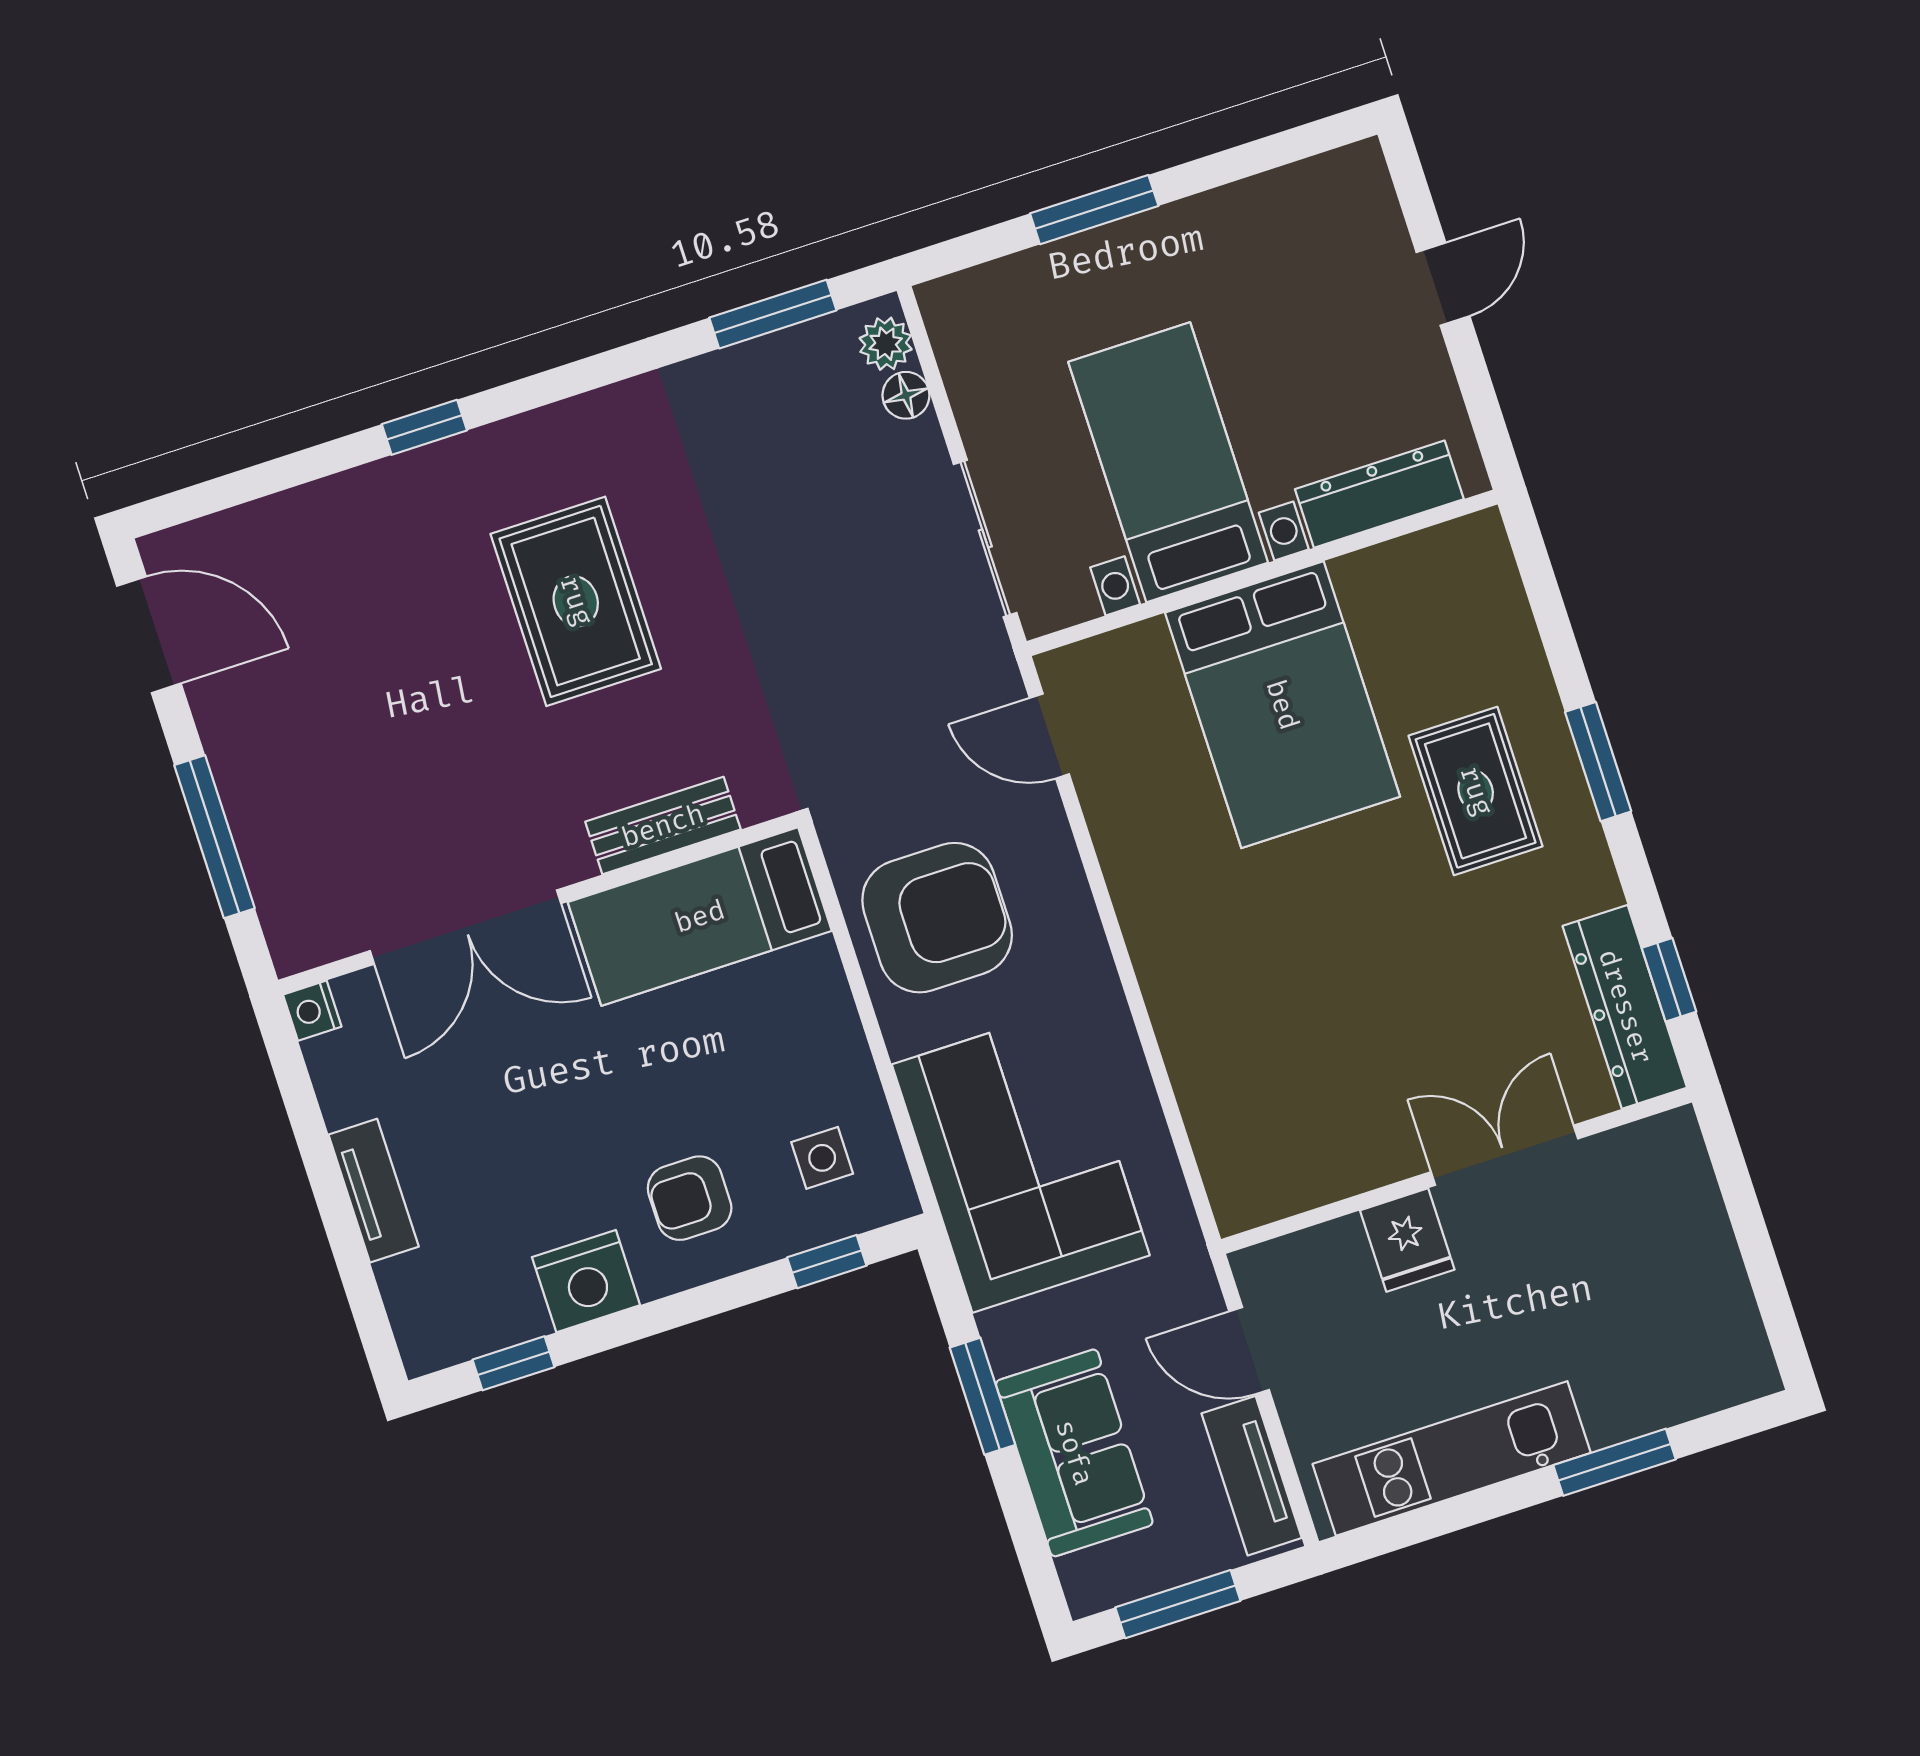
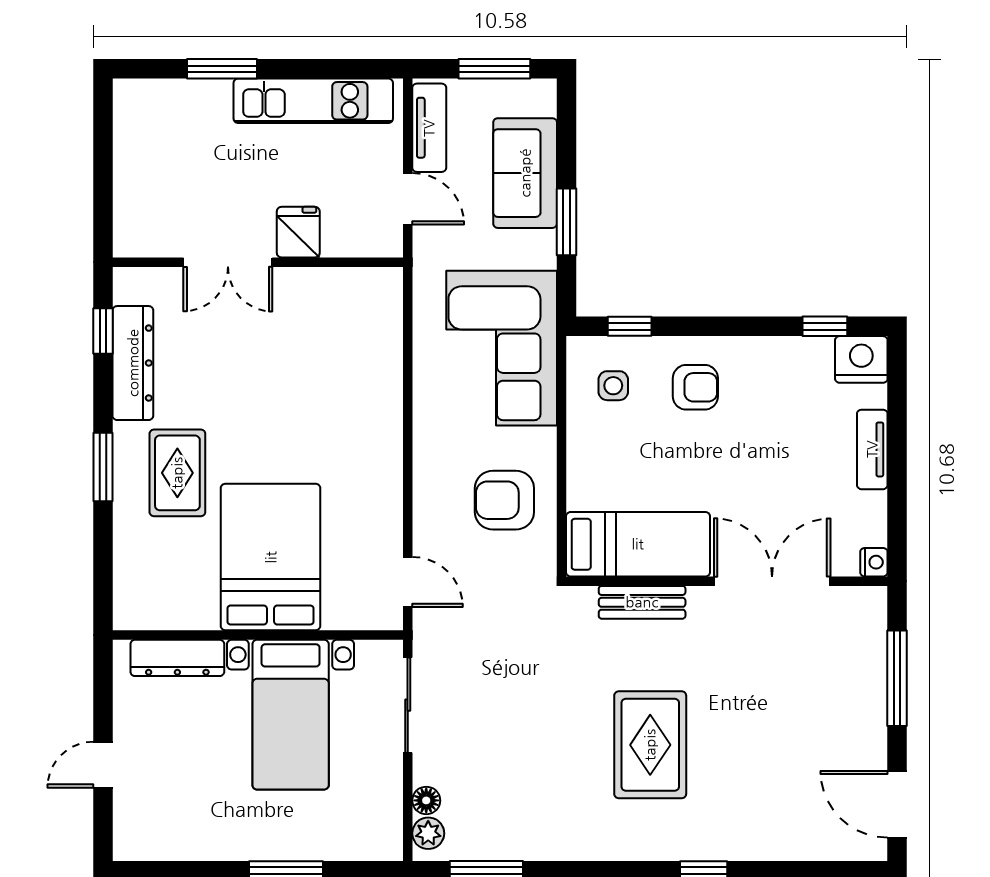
armchair: (937, 918) -> (504, 500), width x0.73, depth x0.73
dresser: (1625, 1007) -> (133, 363), moved
nightstand: (586, 1281) -> (861, 359), moved

